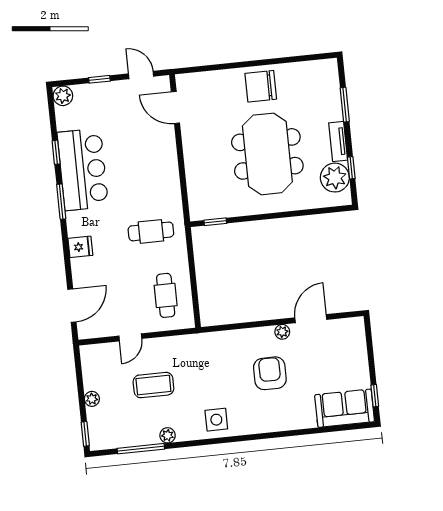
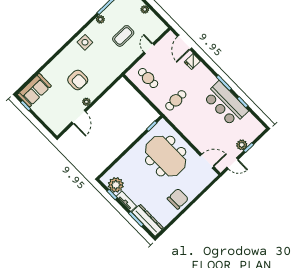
dresser: (329, 90) -> (148, 220), added
plant: (63, 96) -> (242, 145), moved
meeting table: (267, 154) -> (166, 156), moved
fridge: (80, 247) -> (192, 62), moved

